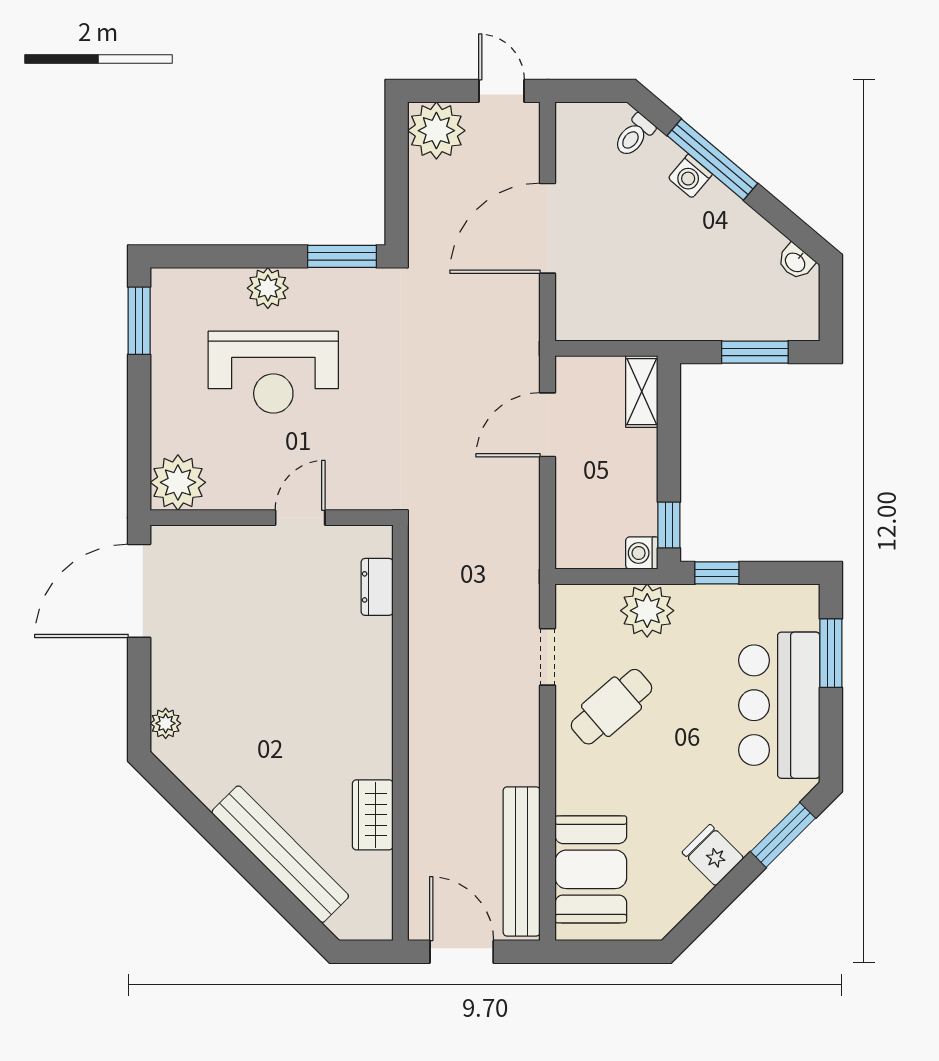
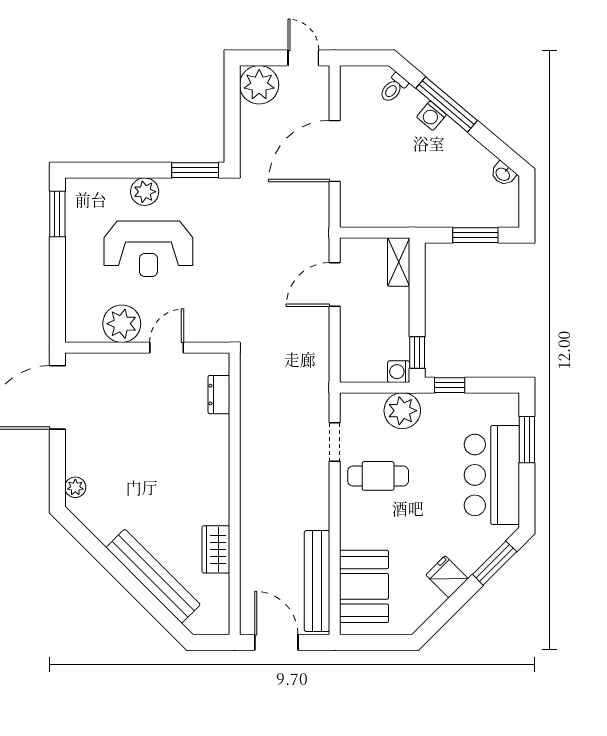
plant: (178, 482) -> (122, 324), moved
cafe table: (612, 707) -> (378, 476), turned 41

